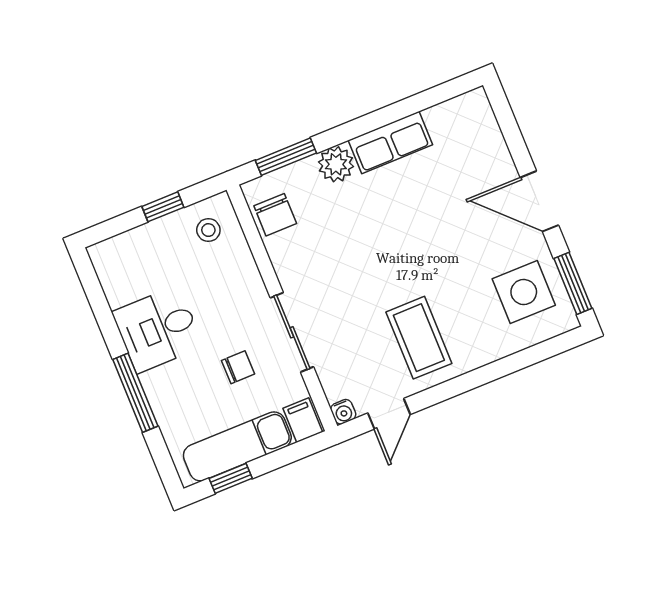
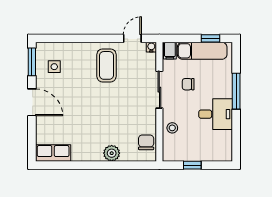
row of seats: (390, 143) -> (53, 153), moved
window: (286, 157) -> (132, 165), removed
stool: (208, 230) -> (172, 128), moved
side table: (524, 292) -> (54, 67), width x0.54, depth x0.54

